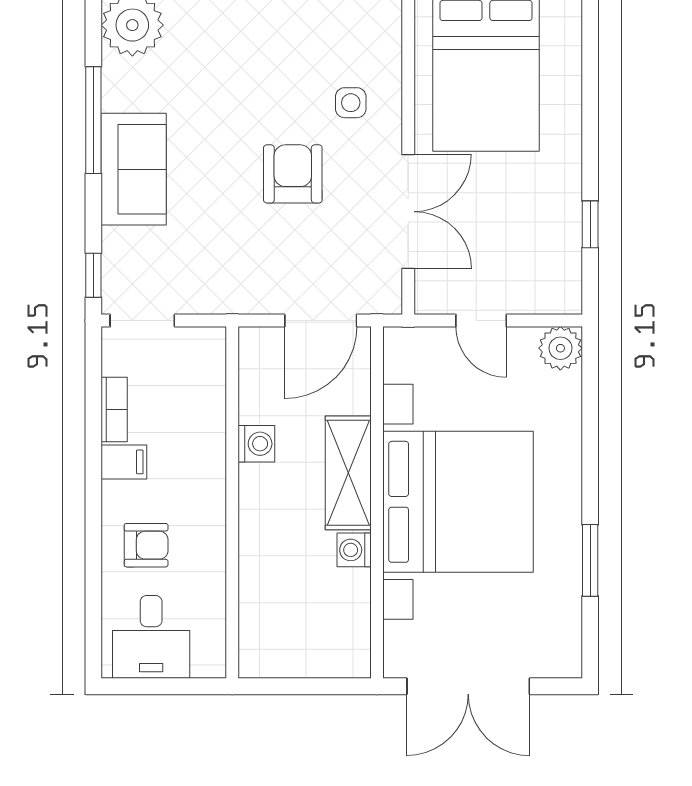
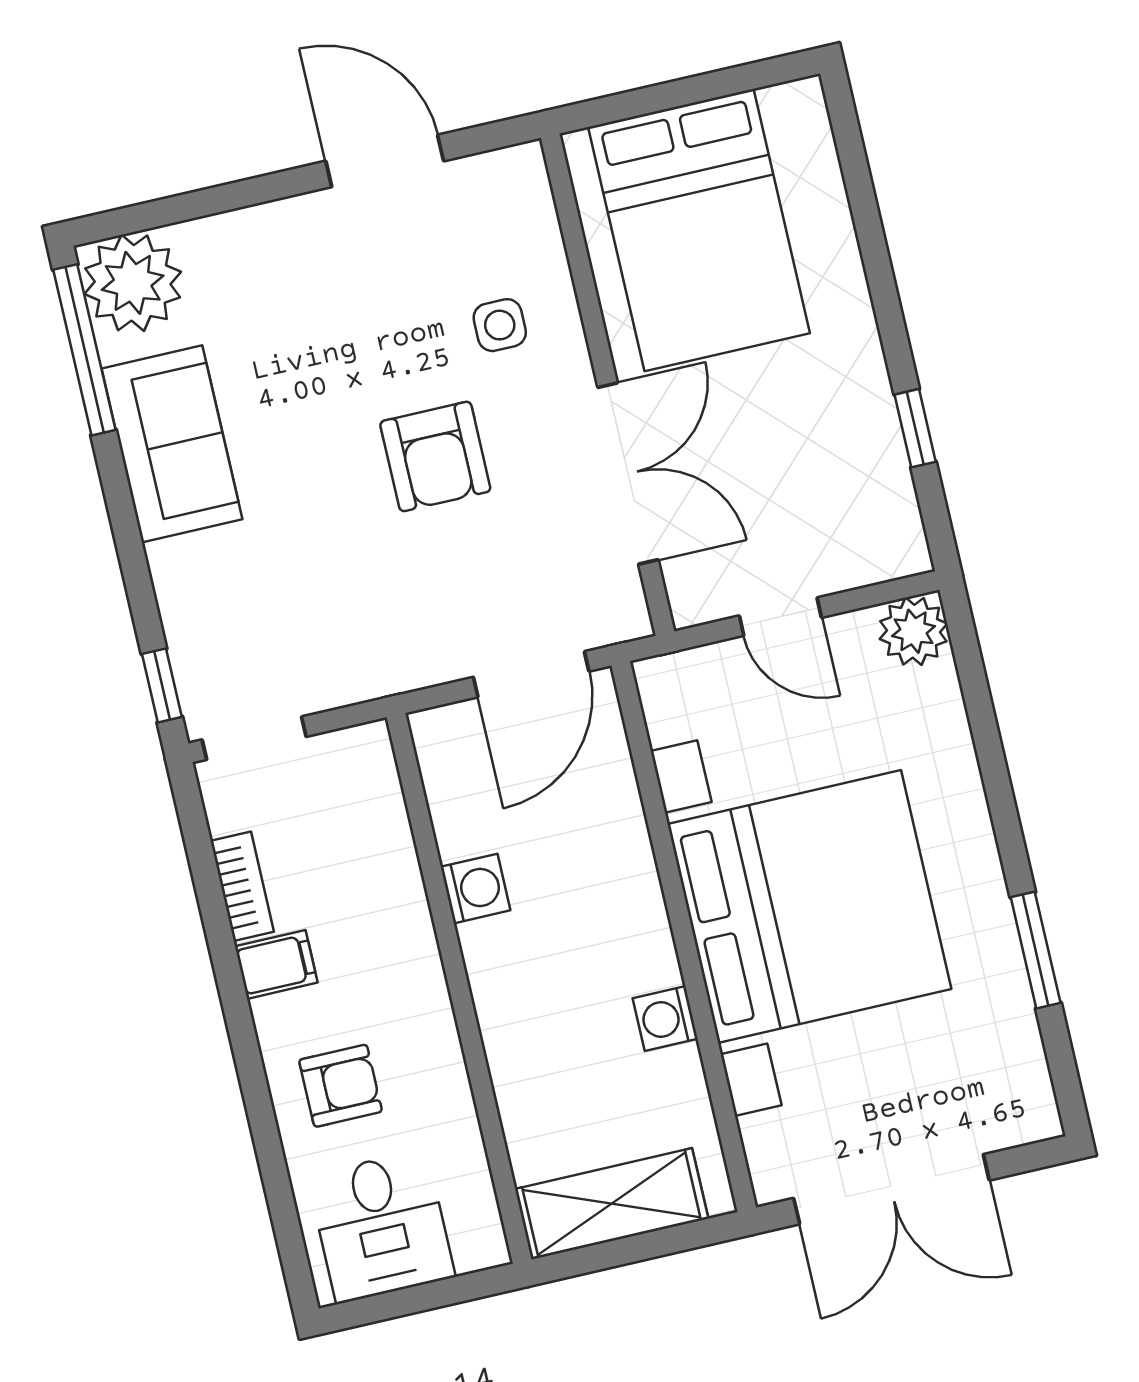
window: (93, 120) -> (84, 350), moved
sofa: (134, 169) -> (172, 444), moved
armchair: (293, 174) -> (435, 456), turned 180
shelving: (348, 473) -> (612, 1204), moved, turned 90

